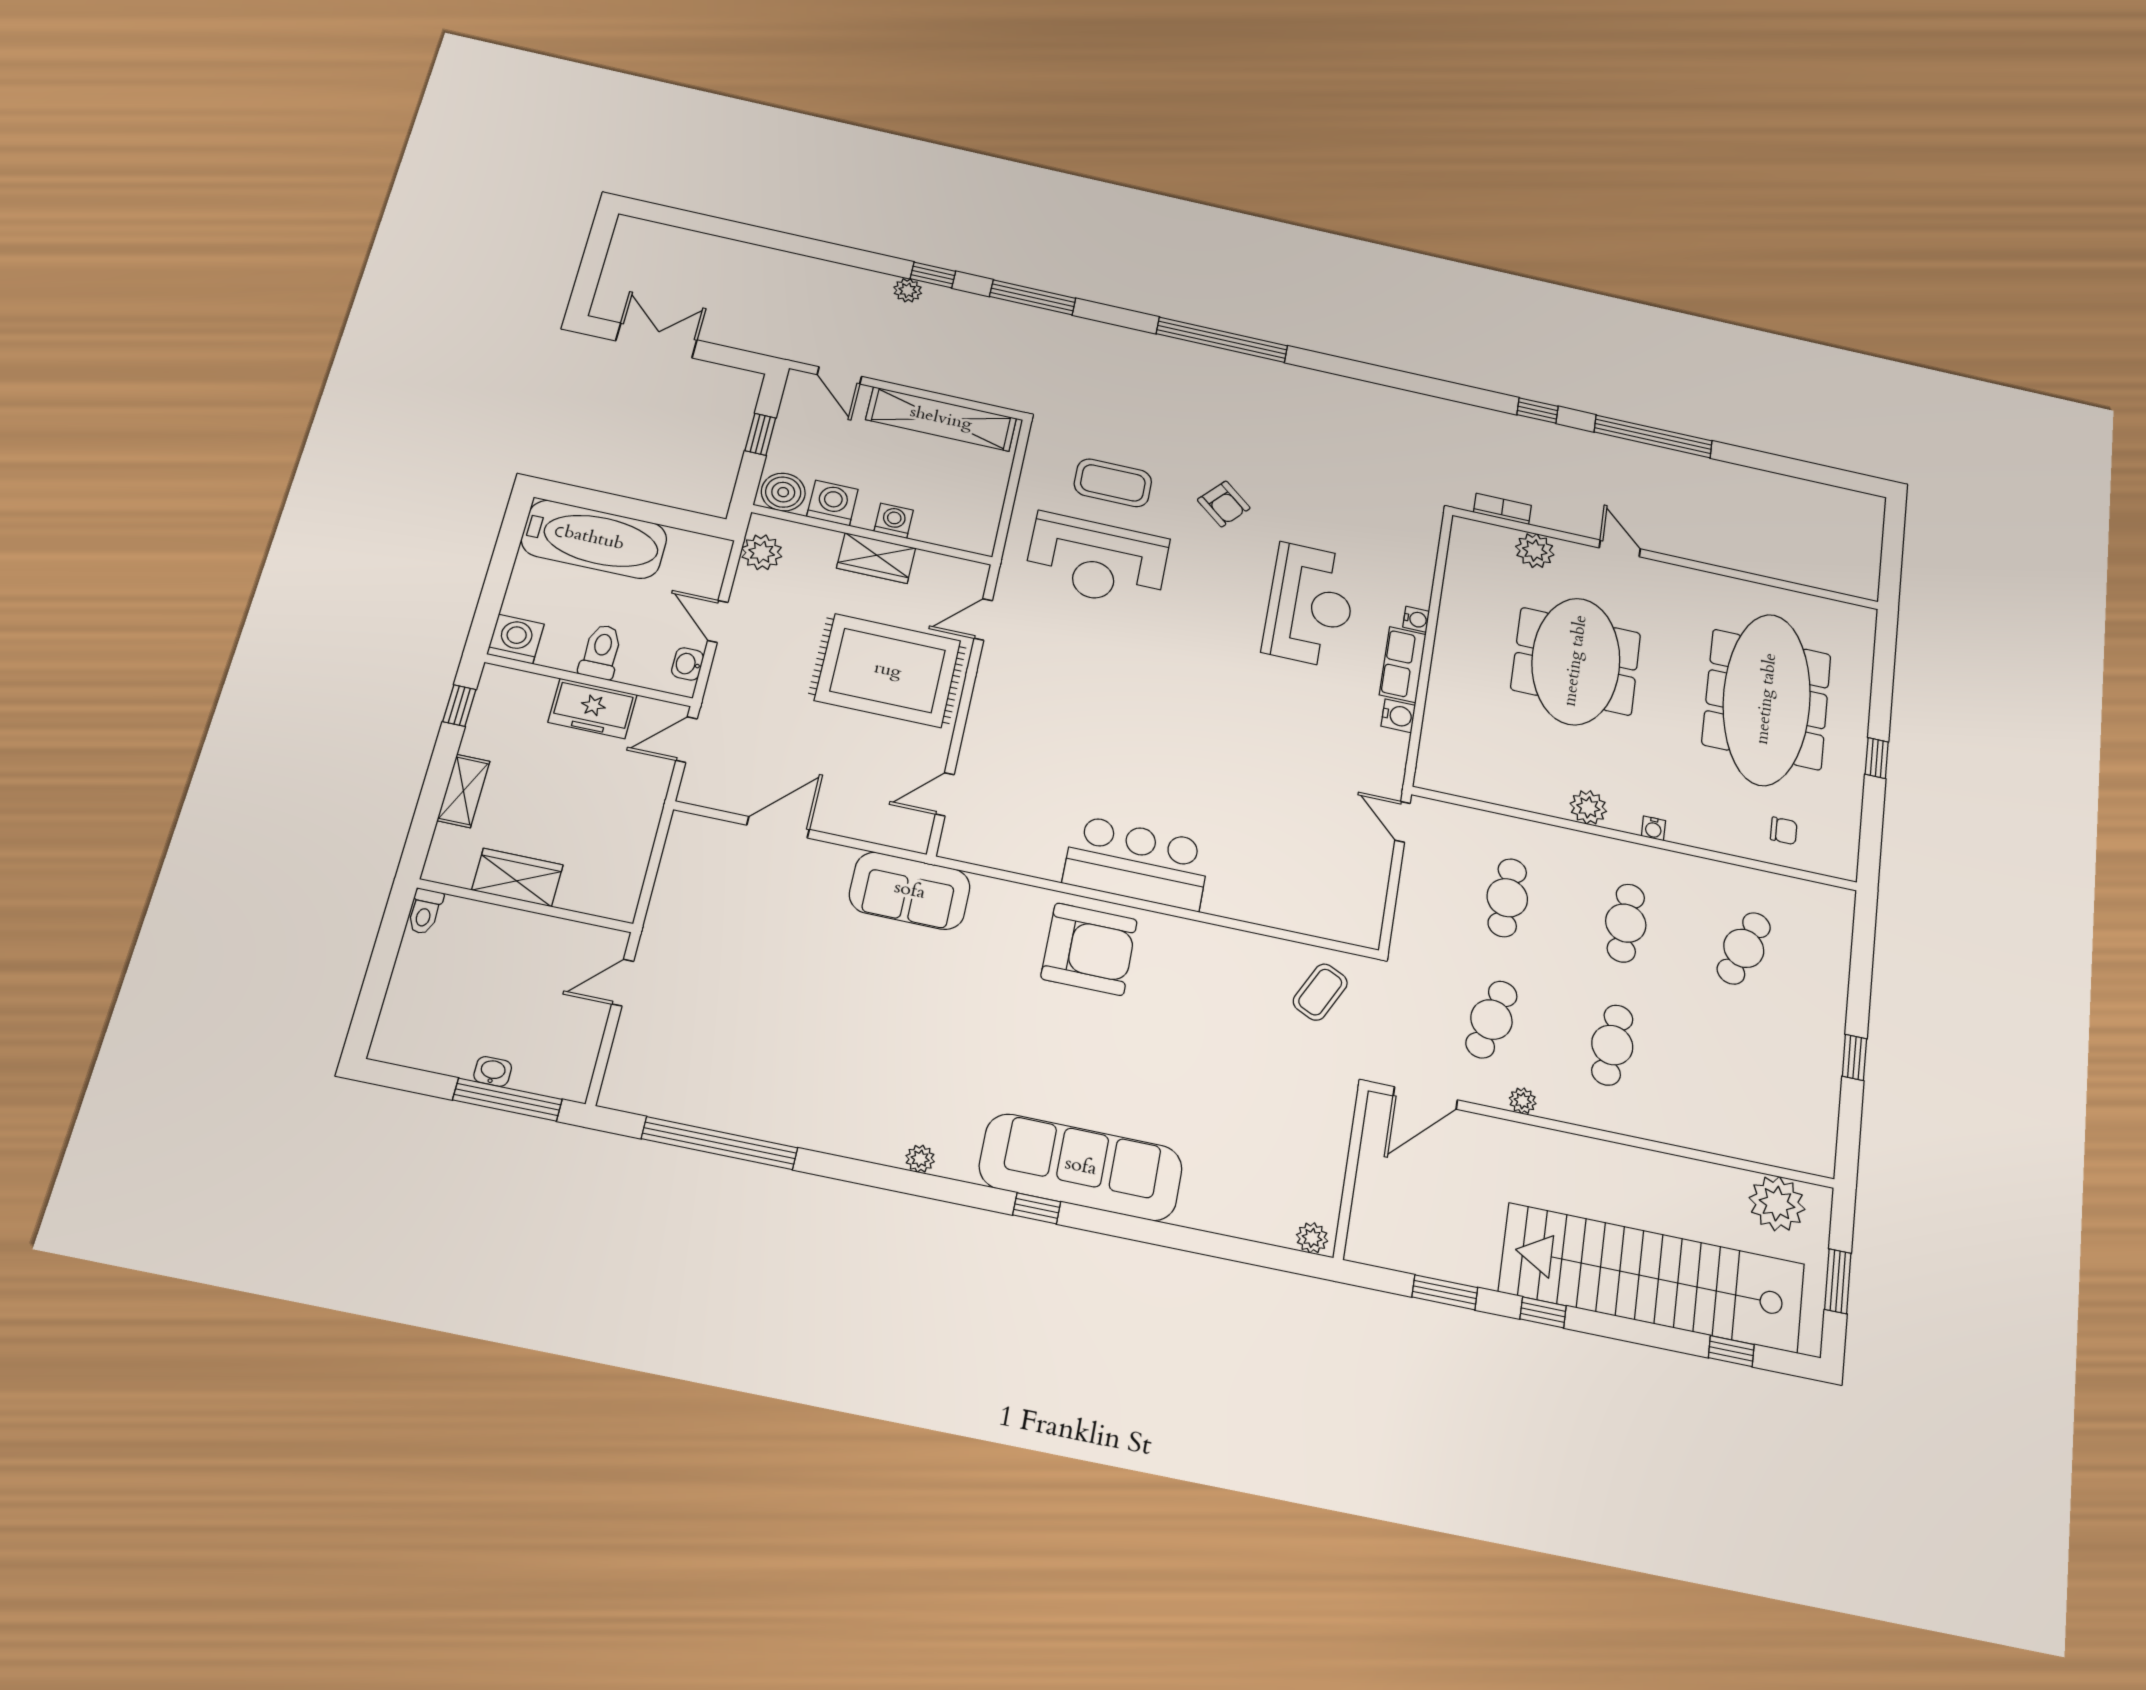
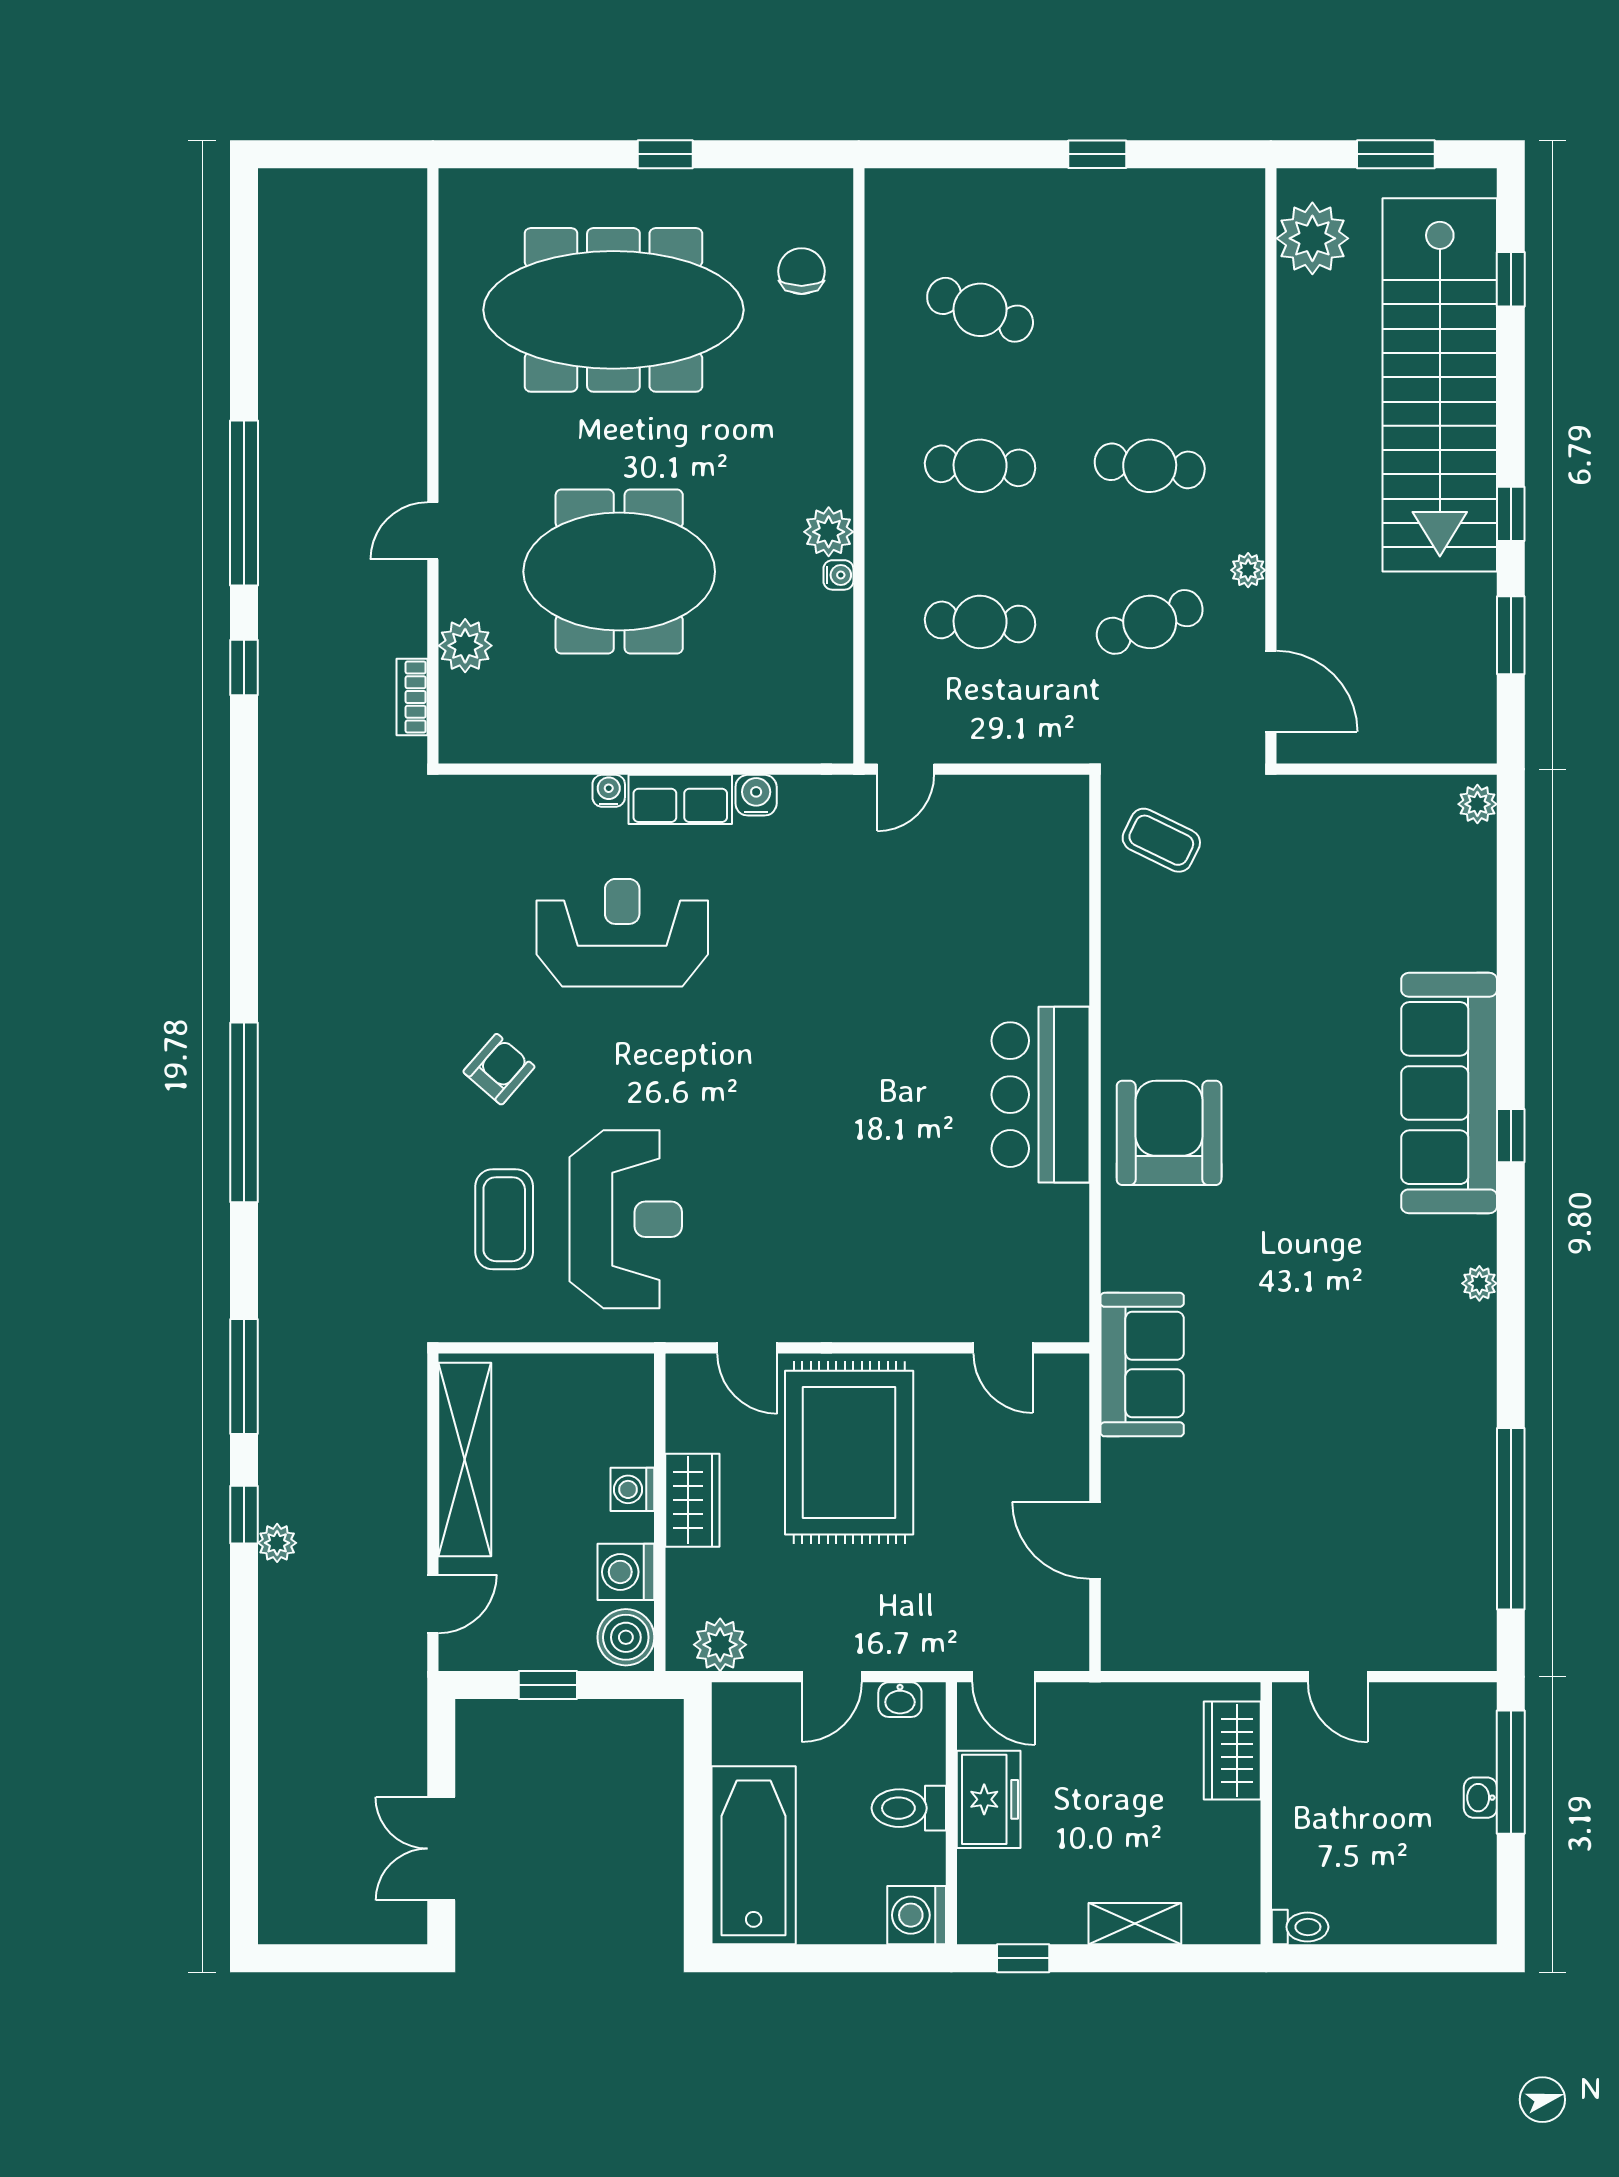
water cooler: (1653, 828) -> (838, 575), moved
chair: (1784, 831) -> (802, 271), width x1.37, depth x1.37
wardrobe: (517, 877) -> (1232, 1750), moved
cafe table: (1491, 1020) -> (1150, 622), turned -36

